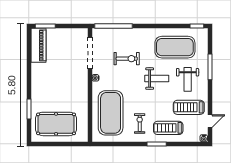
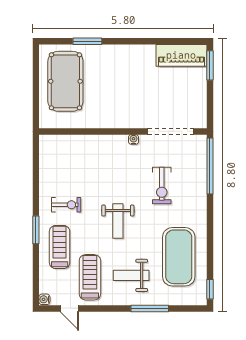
weight bench: (157, 79) -> (118, 221), moved
exercise mat: (111, 113) -> (82, 162), removed

